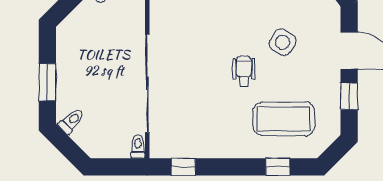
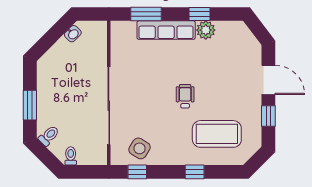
side table: (283, 42) -> (140, 148), moved
toilet: (138, 147) -> (71, 156), moved
window: (278, 167) -> (195, 172), moved

